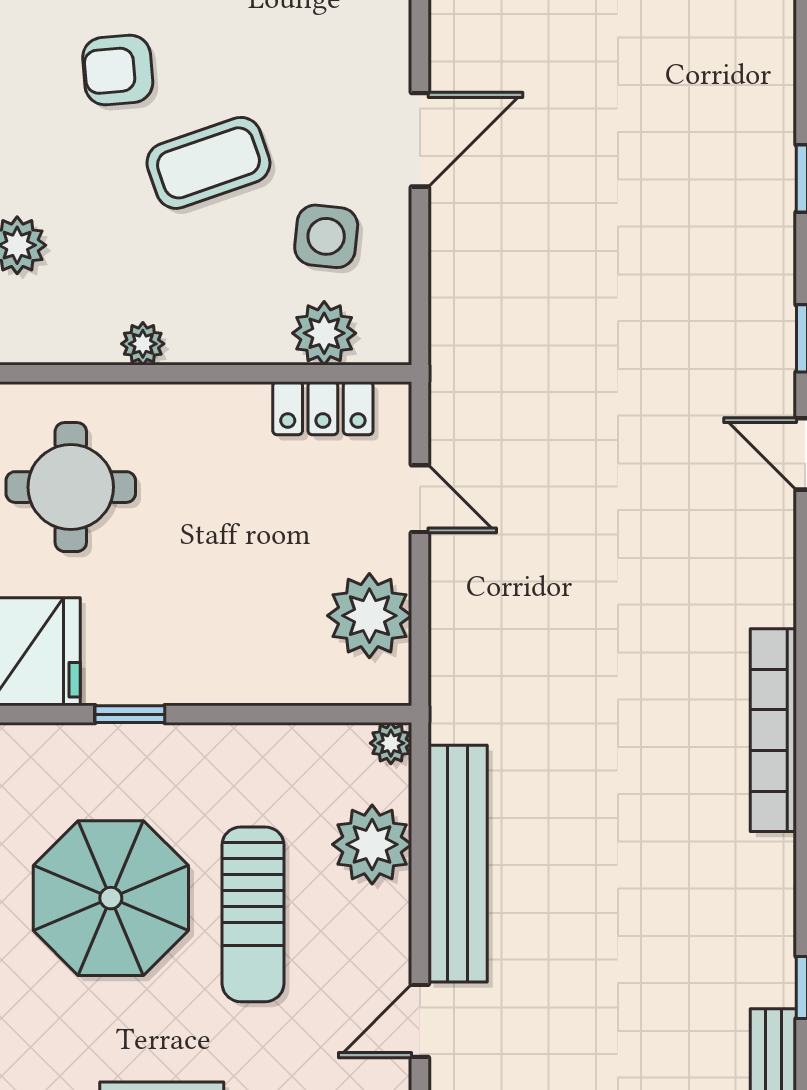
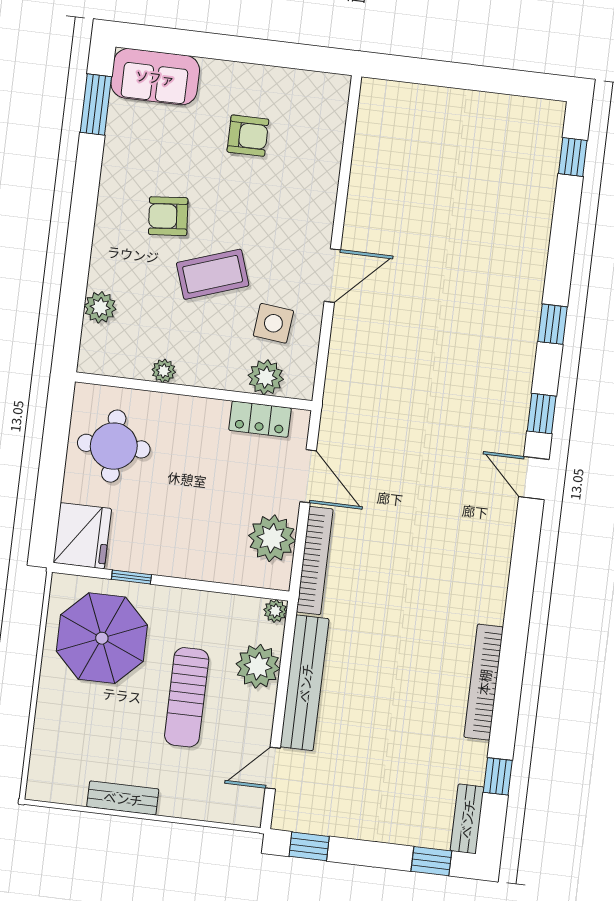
door: (420, 499) -> (308, 476), width x1.38
bookcase: (450, 646) -> (315, 561), added
bookcase: (773, 730) -> (484, 682), moved
parasol: (111, 898) -> (102, 638), moved

